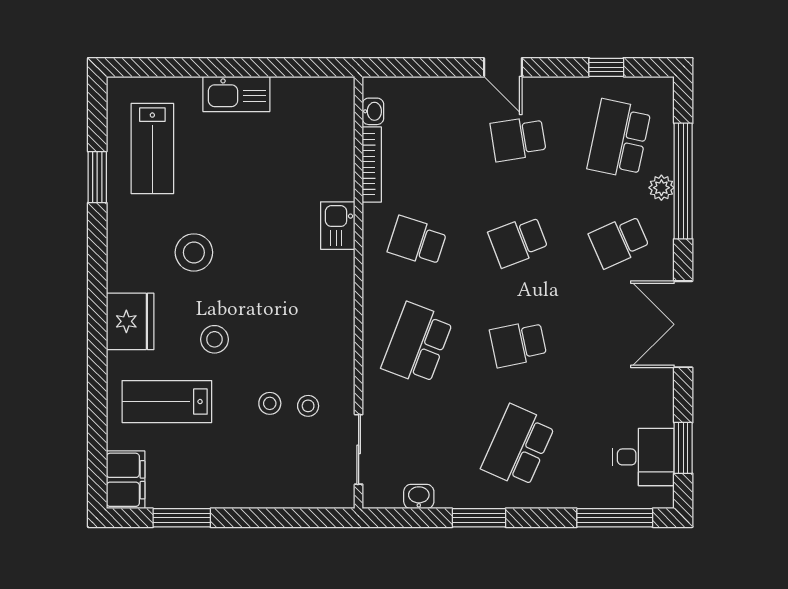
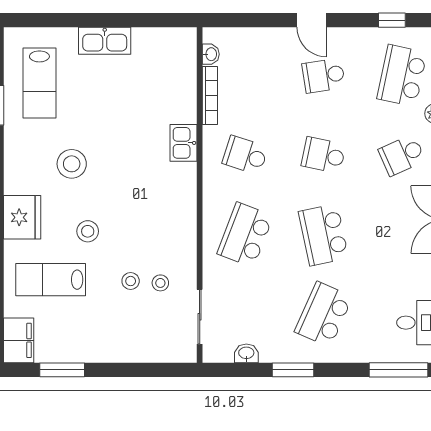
school desk: (518, 241) -> (324, 155), turned 33
school desk: (518, 344) -> (324, 235), width x1.85

